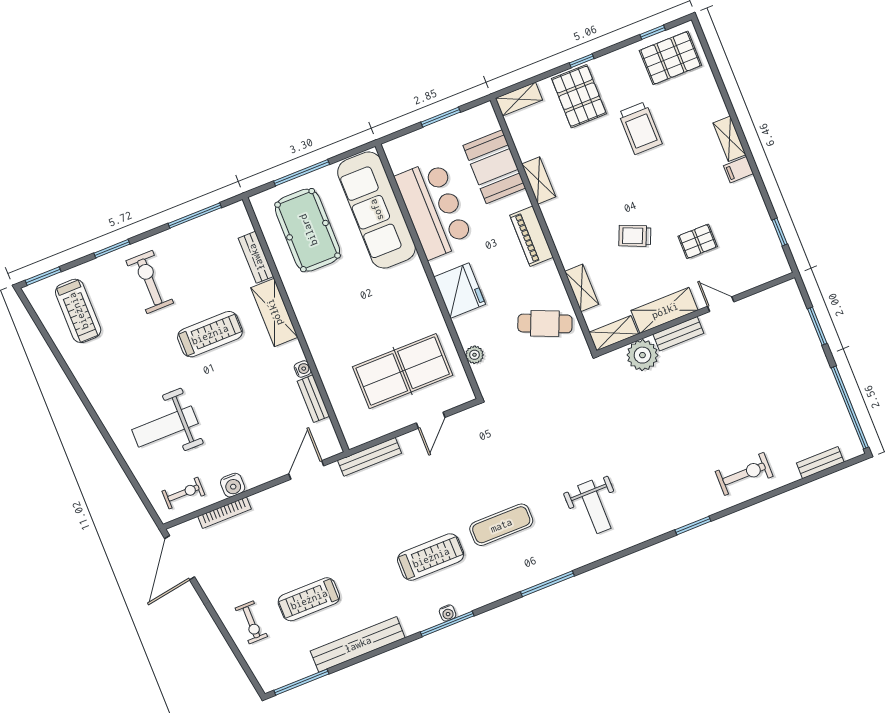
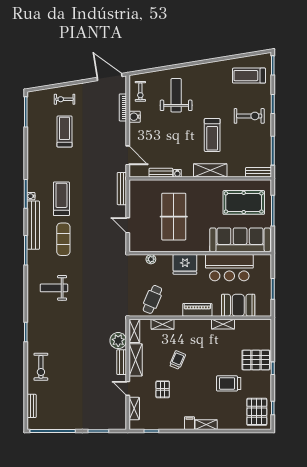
shelving: (519, 99) -> (134, 408), moved
bench: (256, 257) -> (259, 172), moved
door: (721, 304) -> (128, 388), swing flipped
table tennis table: (403, 371) -> (174, 217), moved
treadmill: (431, 557) -> (61, 199), turned 180
bench: (358, 644) -> (33, 225), moved

